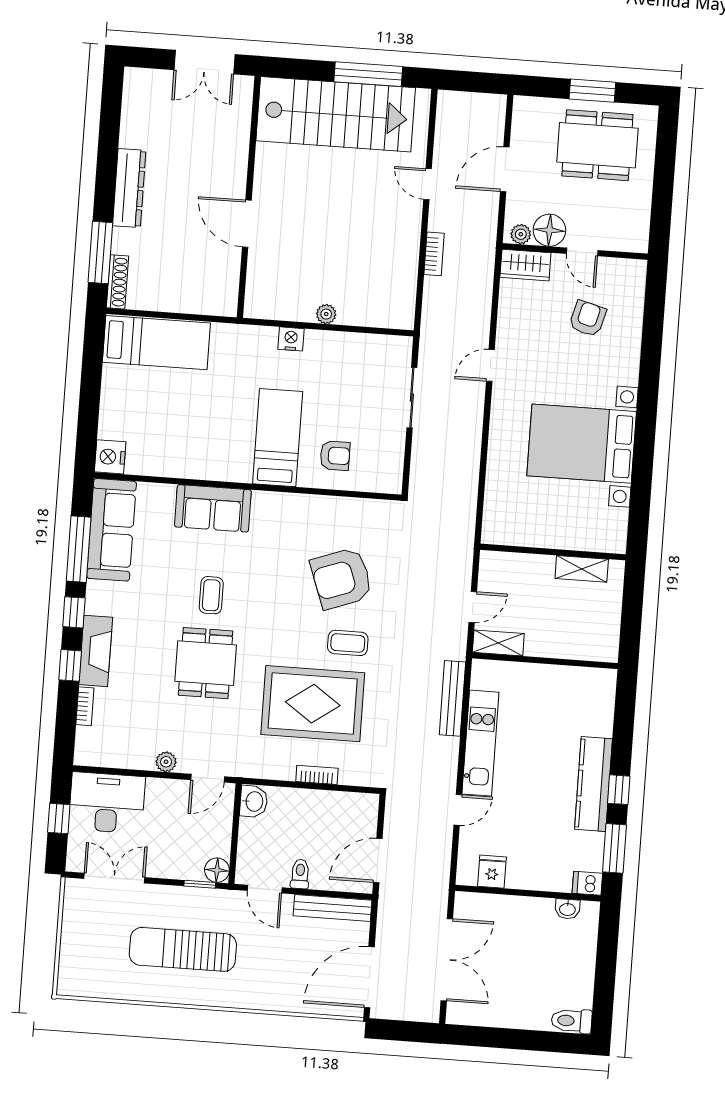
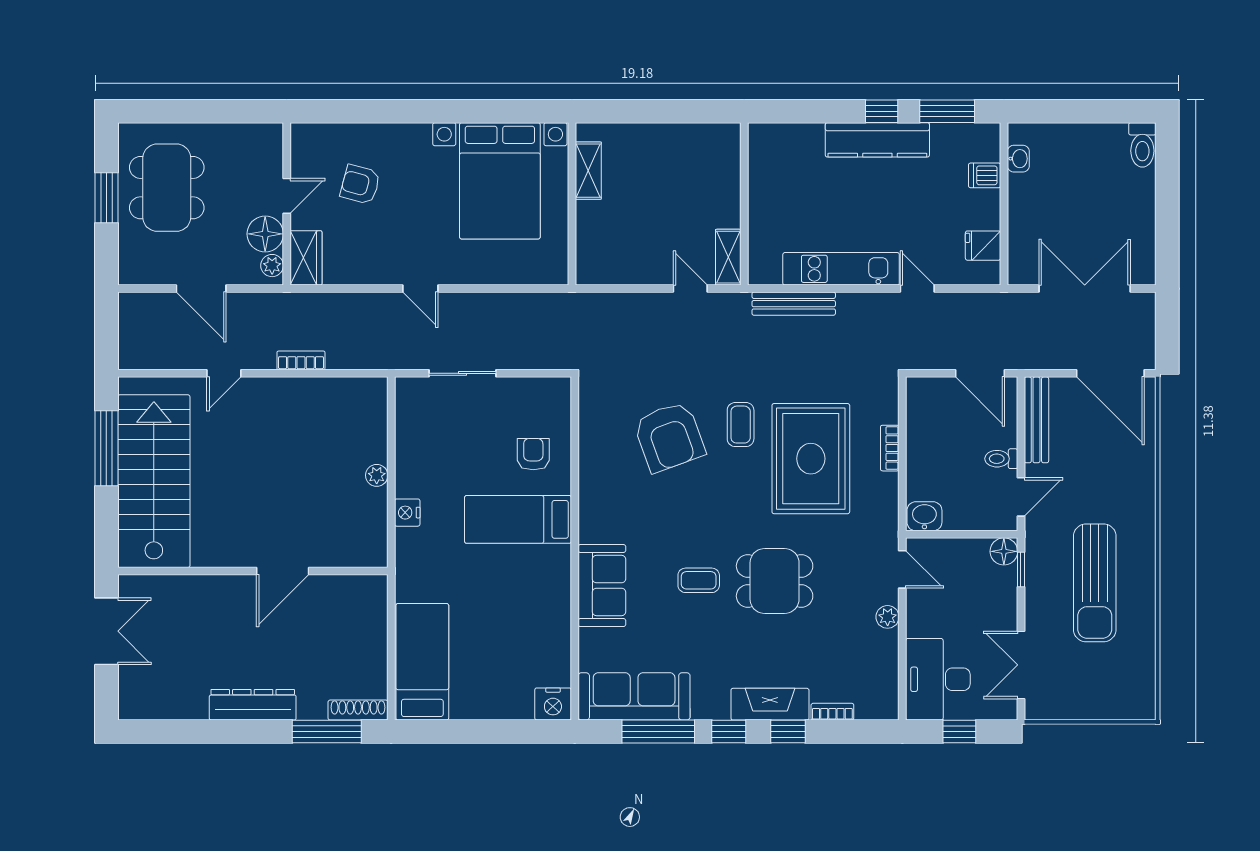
wall: (553, 552) -> (572, 204), moved
shelving: (582, 569) -> (588, 171), moved
dishwasher: (587, 883) -> (985, 175), moved, turned 90

